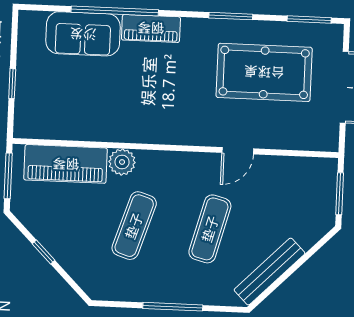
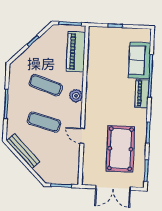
plant: (122, 162) -> (76, 96), moved

